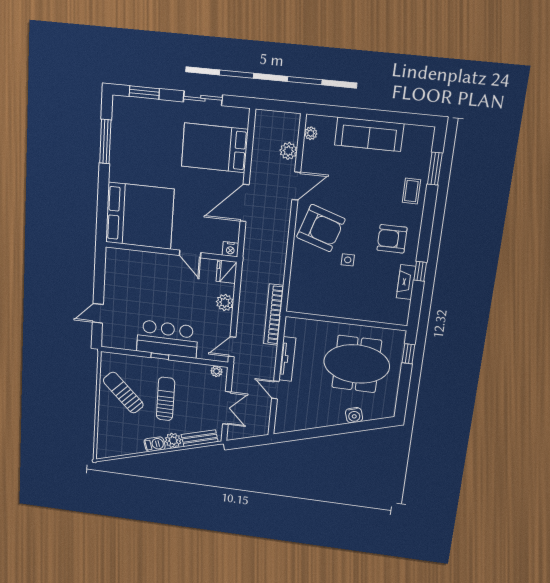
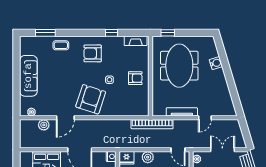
door: (296, 186) -> (65, 118), swing flipped
armchair: (392, 239) -> (93, 53), turned 90
fireplace: (406, 282) -> (136, 41), moved
armchair: (346, 298) -> (135, 78), added

